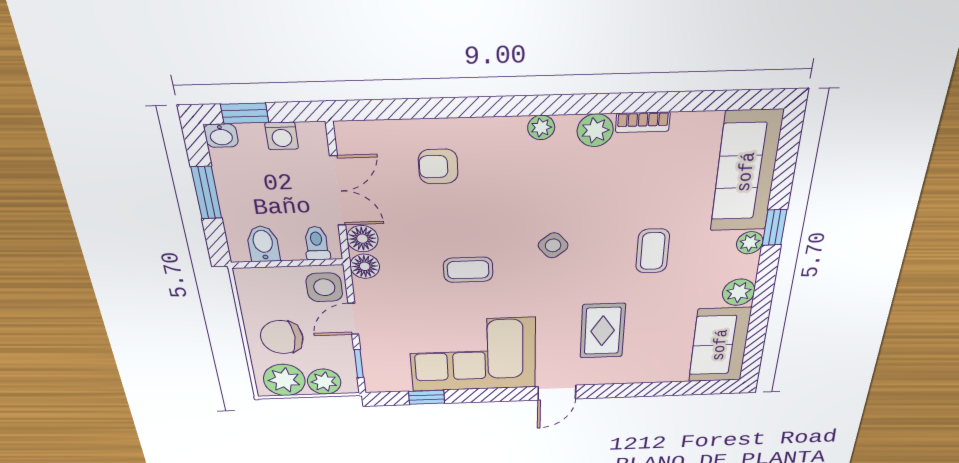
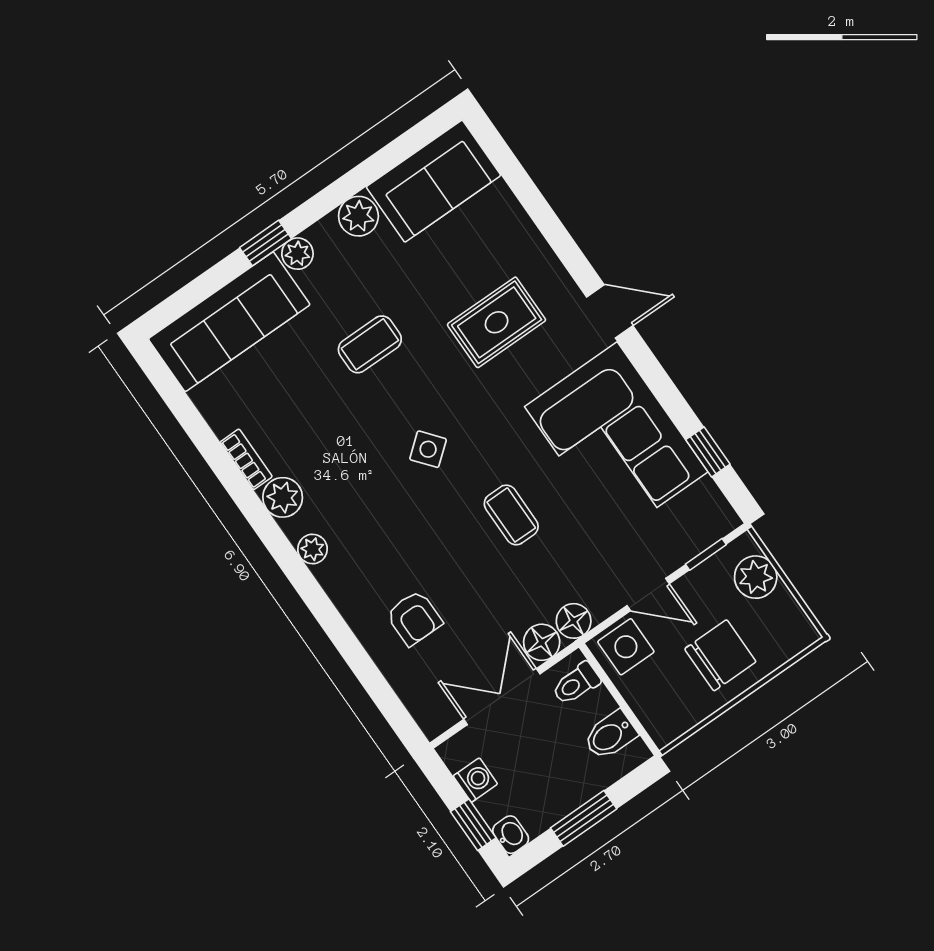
chair: (282, 337) -> (720, 655), turned -90
plant: (284, 380) -> (780, 621), removed

